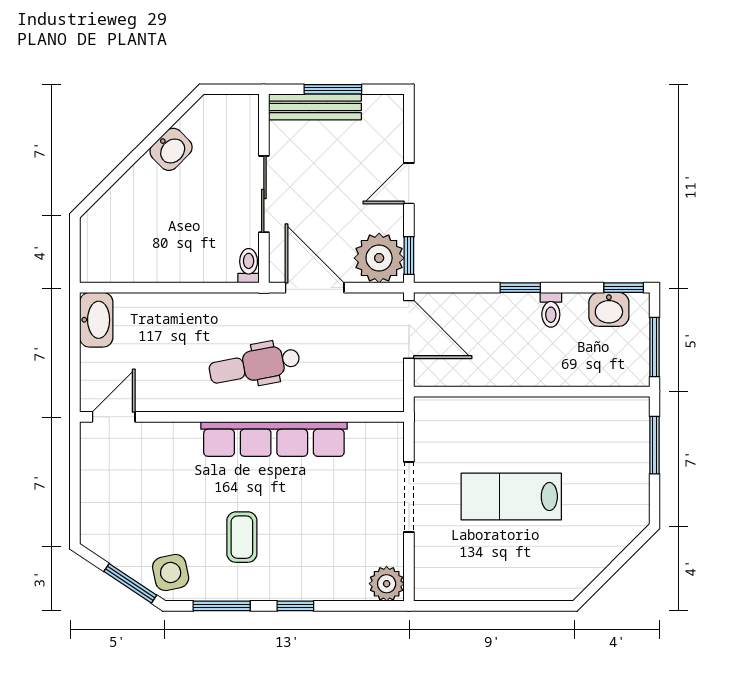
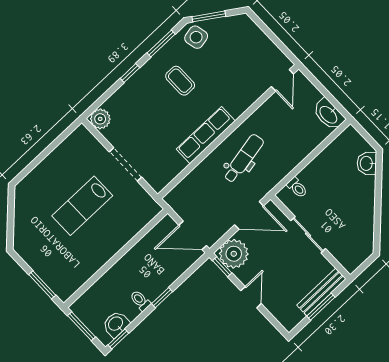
washbasin: (171, 149) -> (367, 163), moved
toilet: (249, 266) -> (297, 188), moved
row of seats: (274, 439) -> (206, 135), width x0.73
lab bench: (511, 497) -> (82, 206), turned 180

